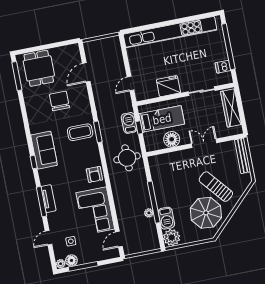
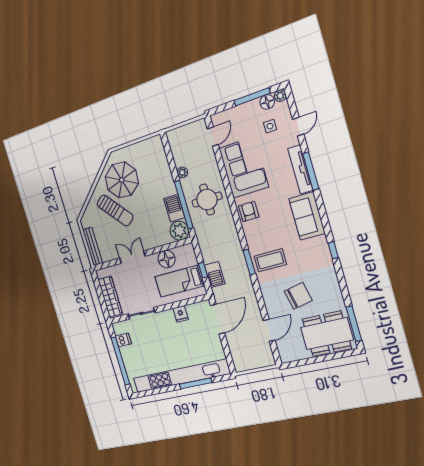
window: (157, 25) -> (196, 383), added
dining table: (39, 68) -> (327, 334), width x1.37
door: (131, 84) -> (217, 319), width x1.87
fridge: (168, 86) -> (181, 314), width x0.53, depth x0.75
chair: (59, 101) -> (298, 296), turned -102
double door: (204, 143) -> (132, 257), swing flipped
sofa: (44, 150) -> (307, 216), moved
round table: (127, 158) -> (207, 200), moved
window: (34, 162) -> (333, 250), moved
tv unit: (48, 199) -> (300, 169), width x1.41
window: (154, 202) -> (184, 205), moved
barbecue: (166, 218) -> (174, 208), moved
plant: (172, 237) -> (179, 231), moved

